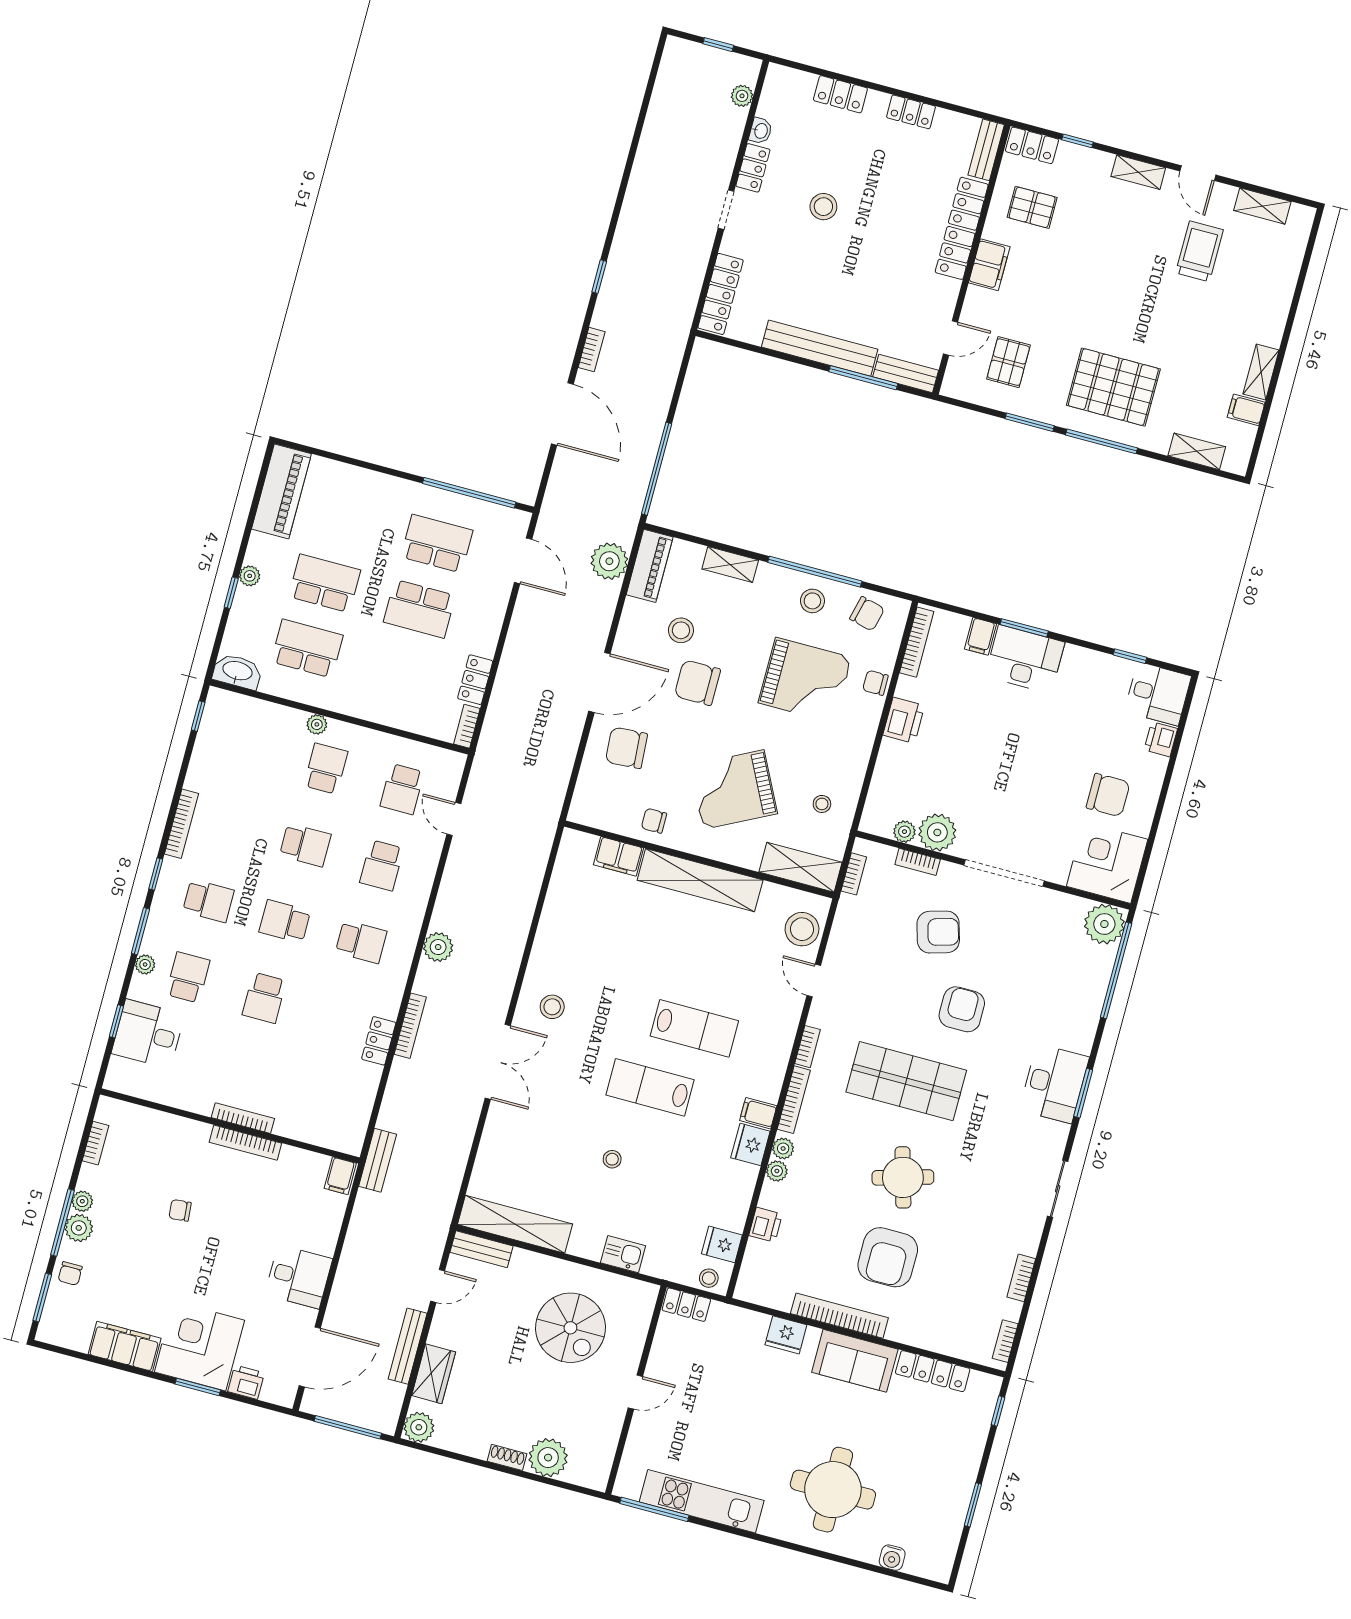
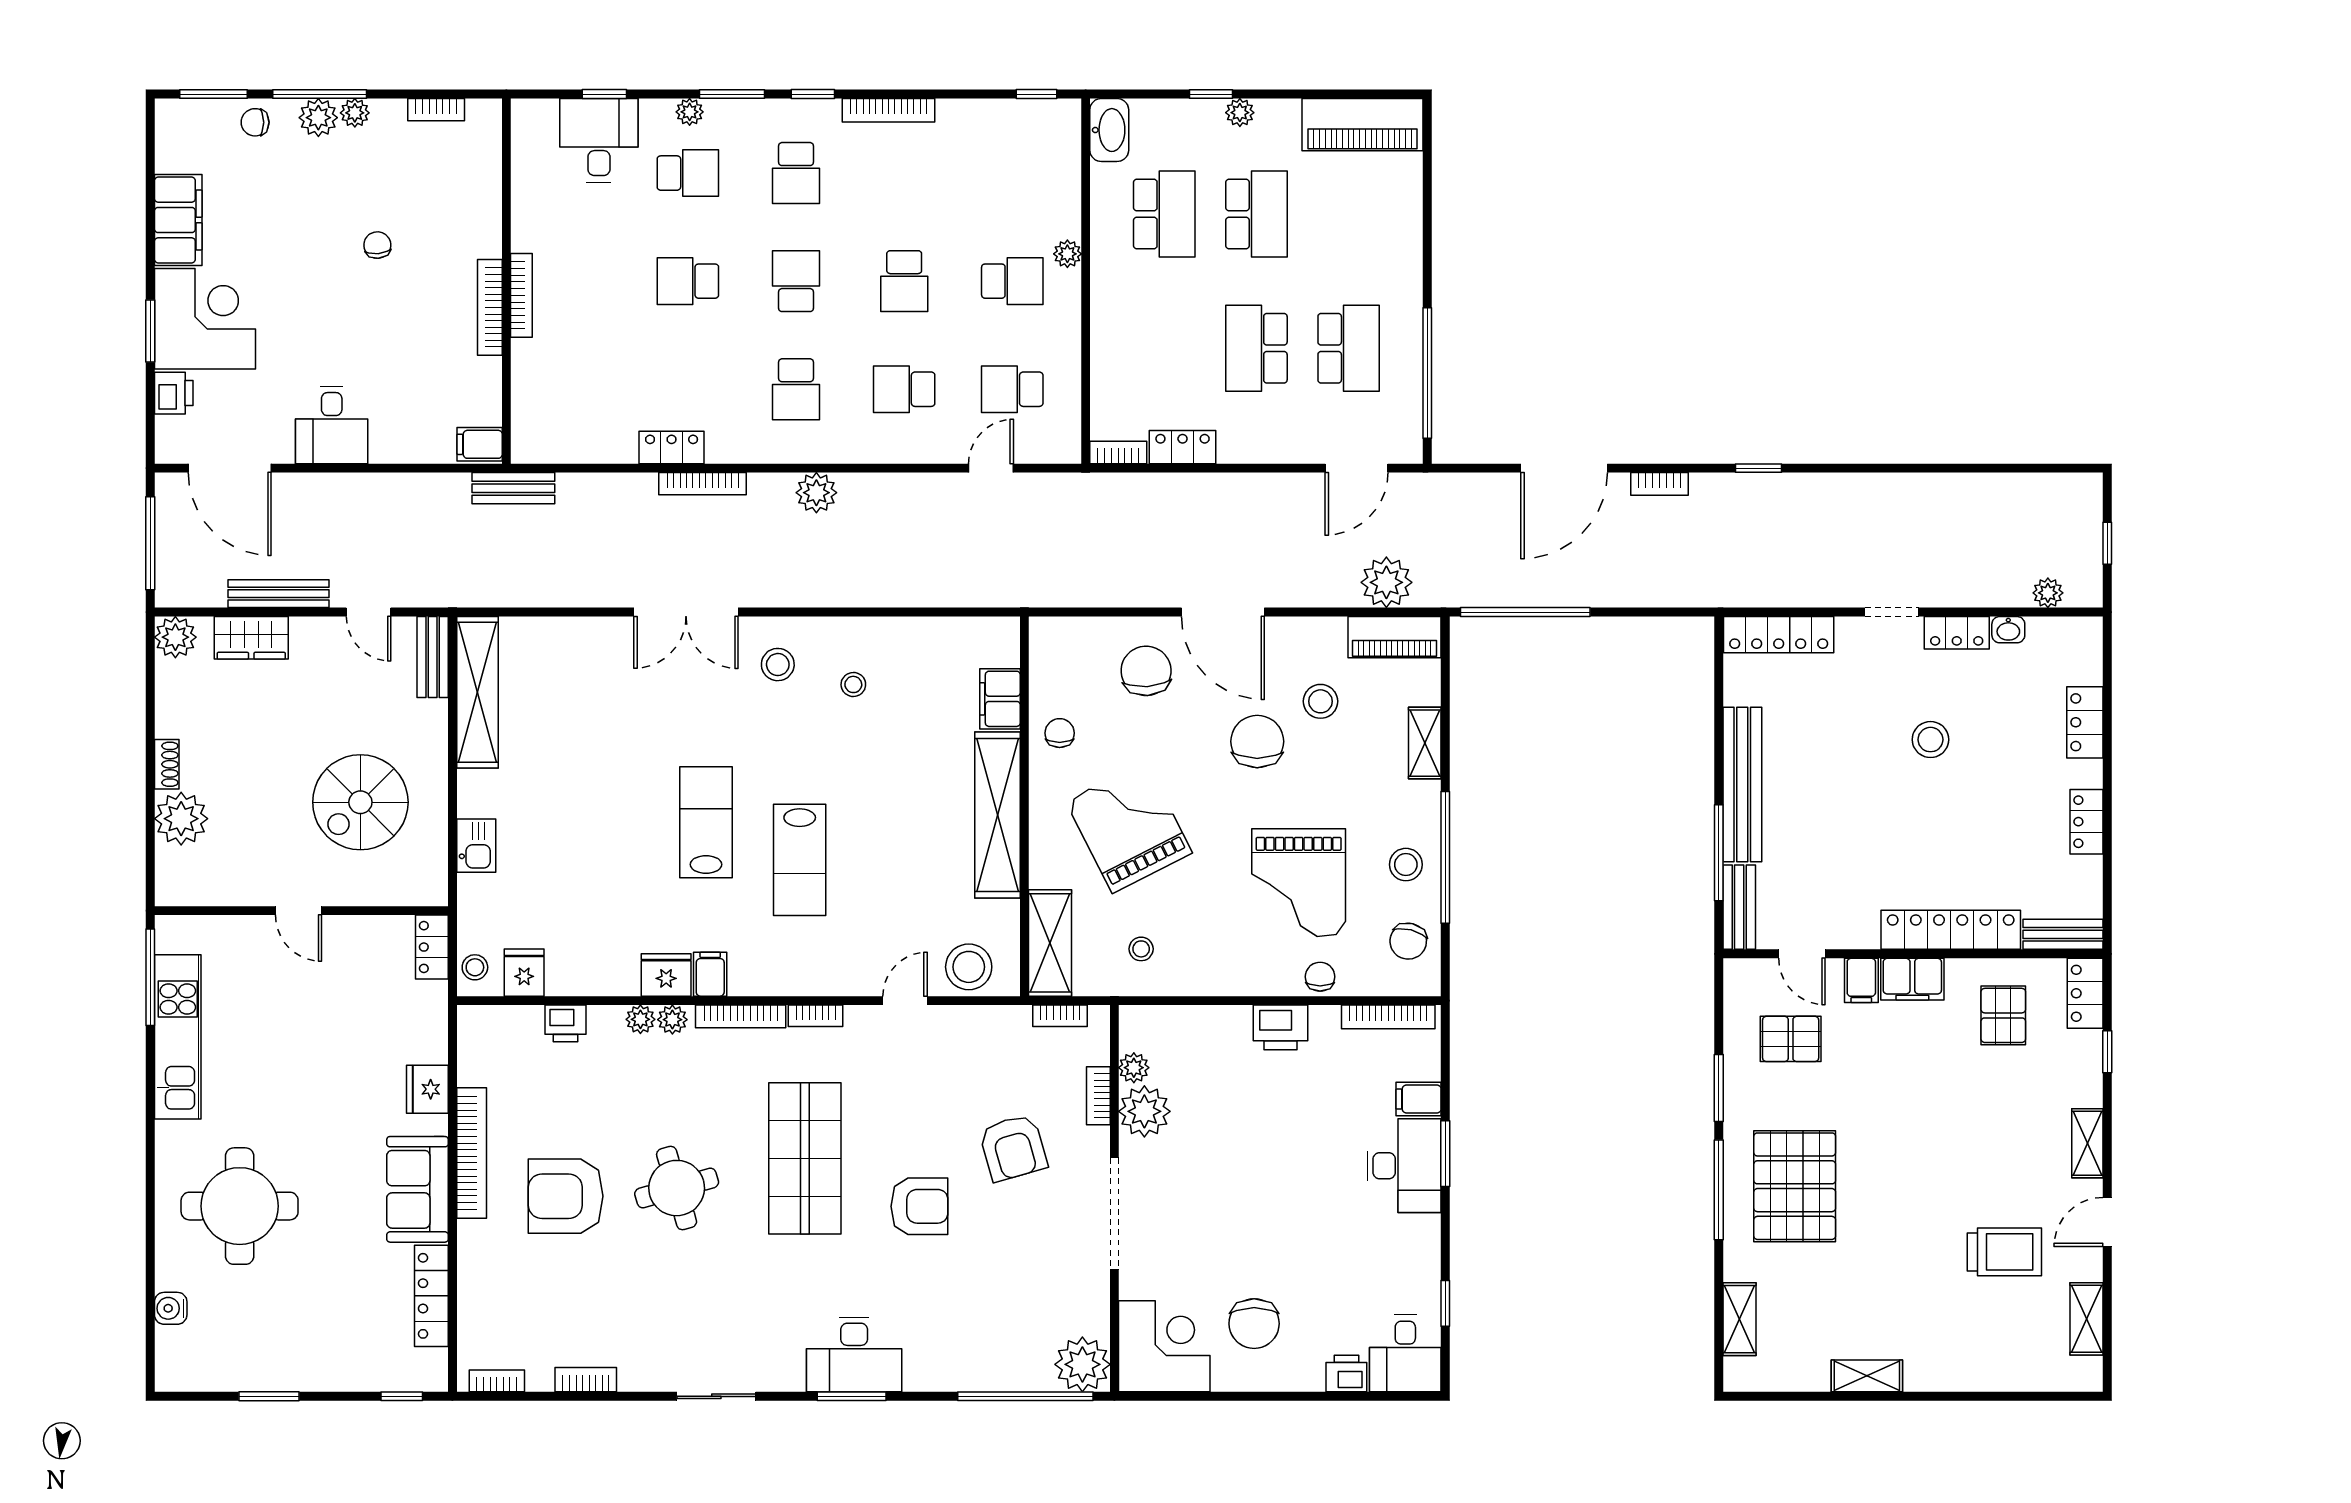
filing cabinet: (1246, 410) -> (1861, 980), moved, turned 180
stool: (612, 1159) -> (853, 684), moved

